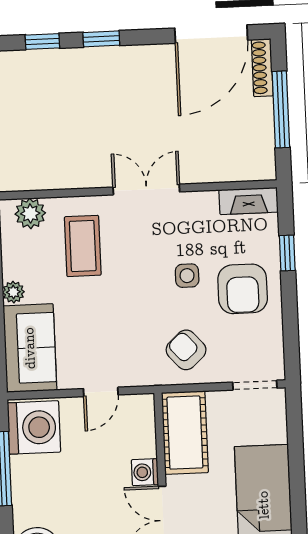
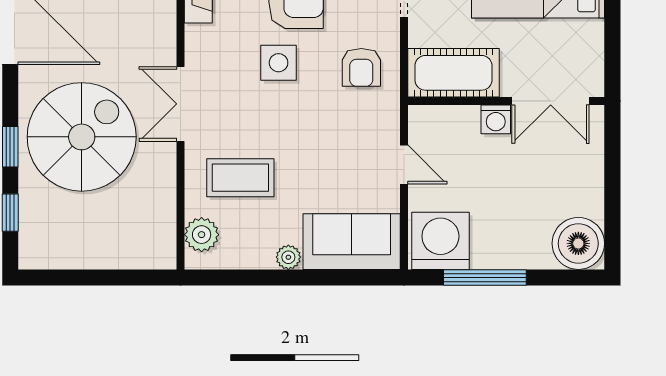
spiral stairs: (113, 102) -> (82, 137), added
side table: (187, 276) -> (279, 63), width x1.37, depth x1.37
armchair: (186, 350) -> (361, 67), turned -48

